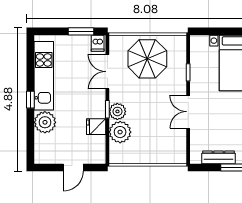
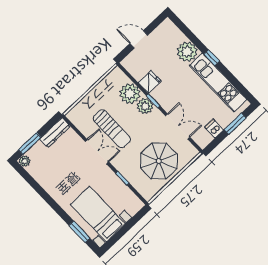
window: (81, 31) -> (235, 124), moved
dishwasher: (98, 43) -> (214, 128), moved
sun lounger: (160, 118) -> (112, 129), added
dresser: (218, 157) -> (55, 133), moved
door: (73, 167) -> (139, 39), hinge flipped

